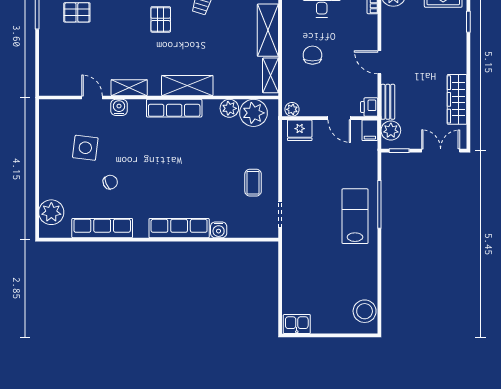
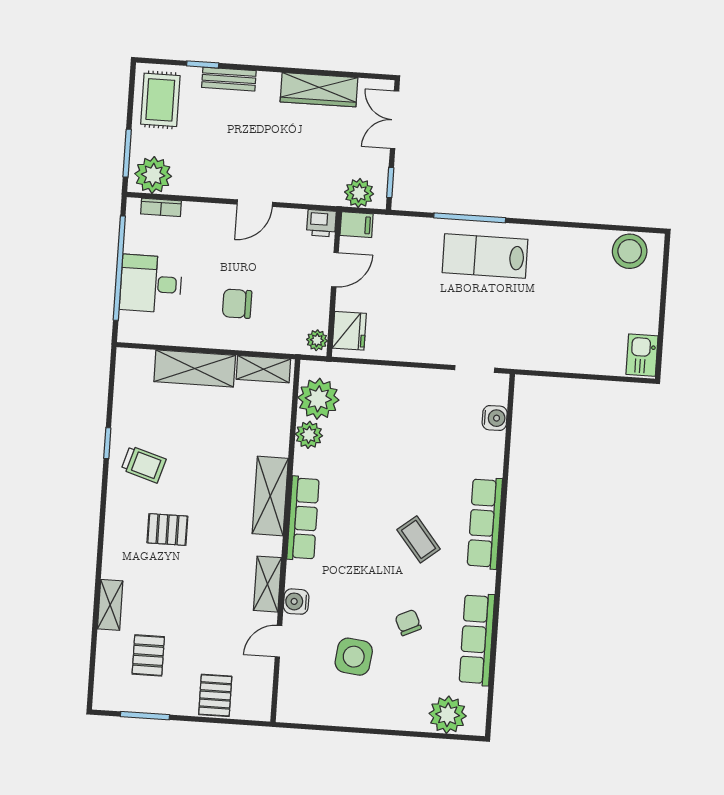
pallet: (54, 58) -> (215, 695), added
bench: (388, 102) -> (229, 79), moved
coffee table: (253, 183) -> (419, 539), moved, turned 51
water cooler: (219, 230) -> (495, 418), moved

